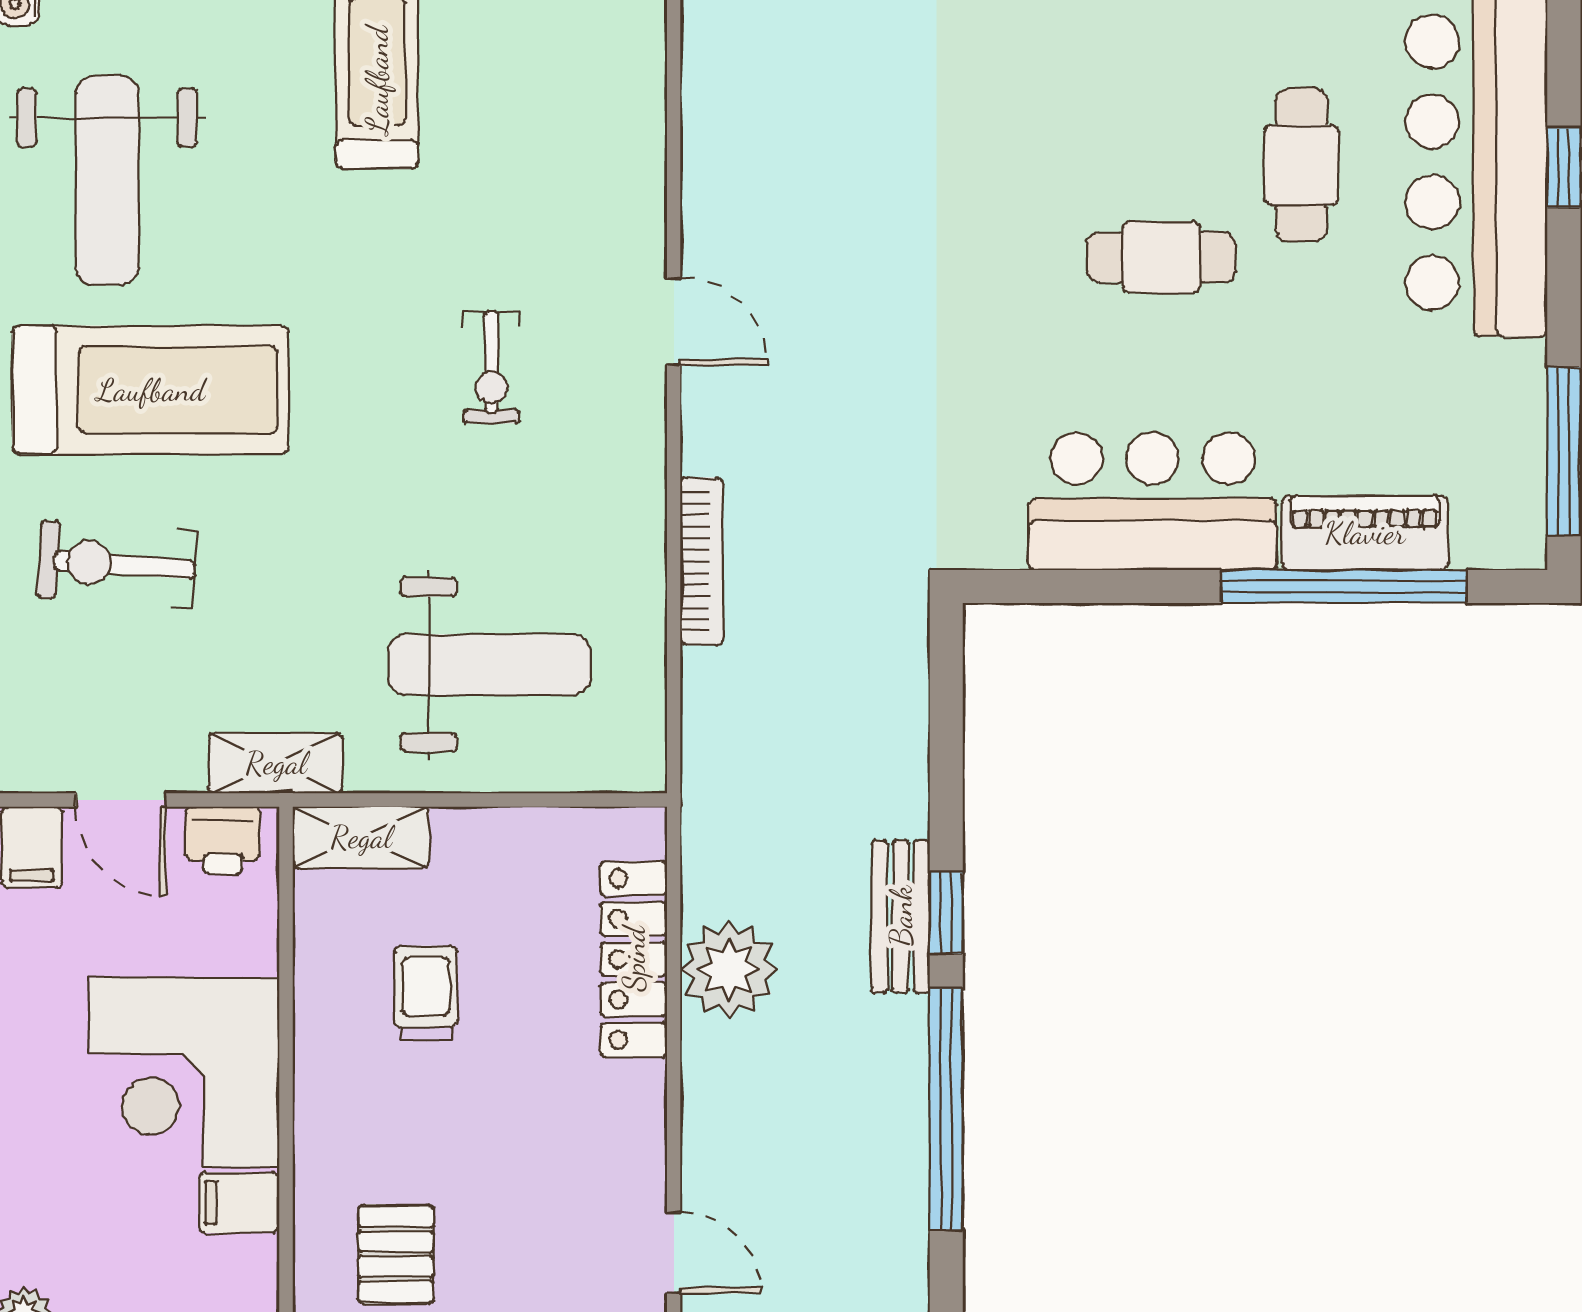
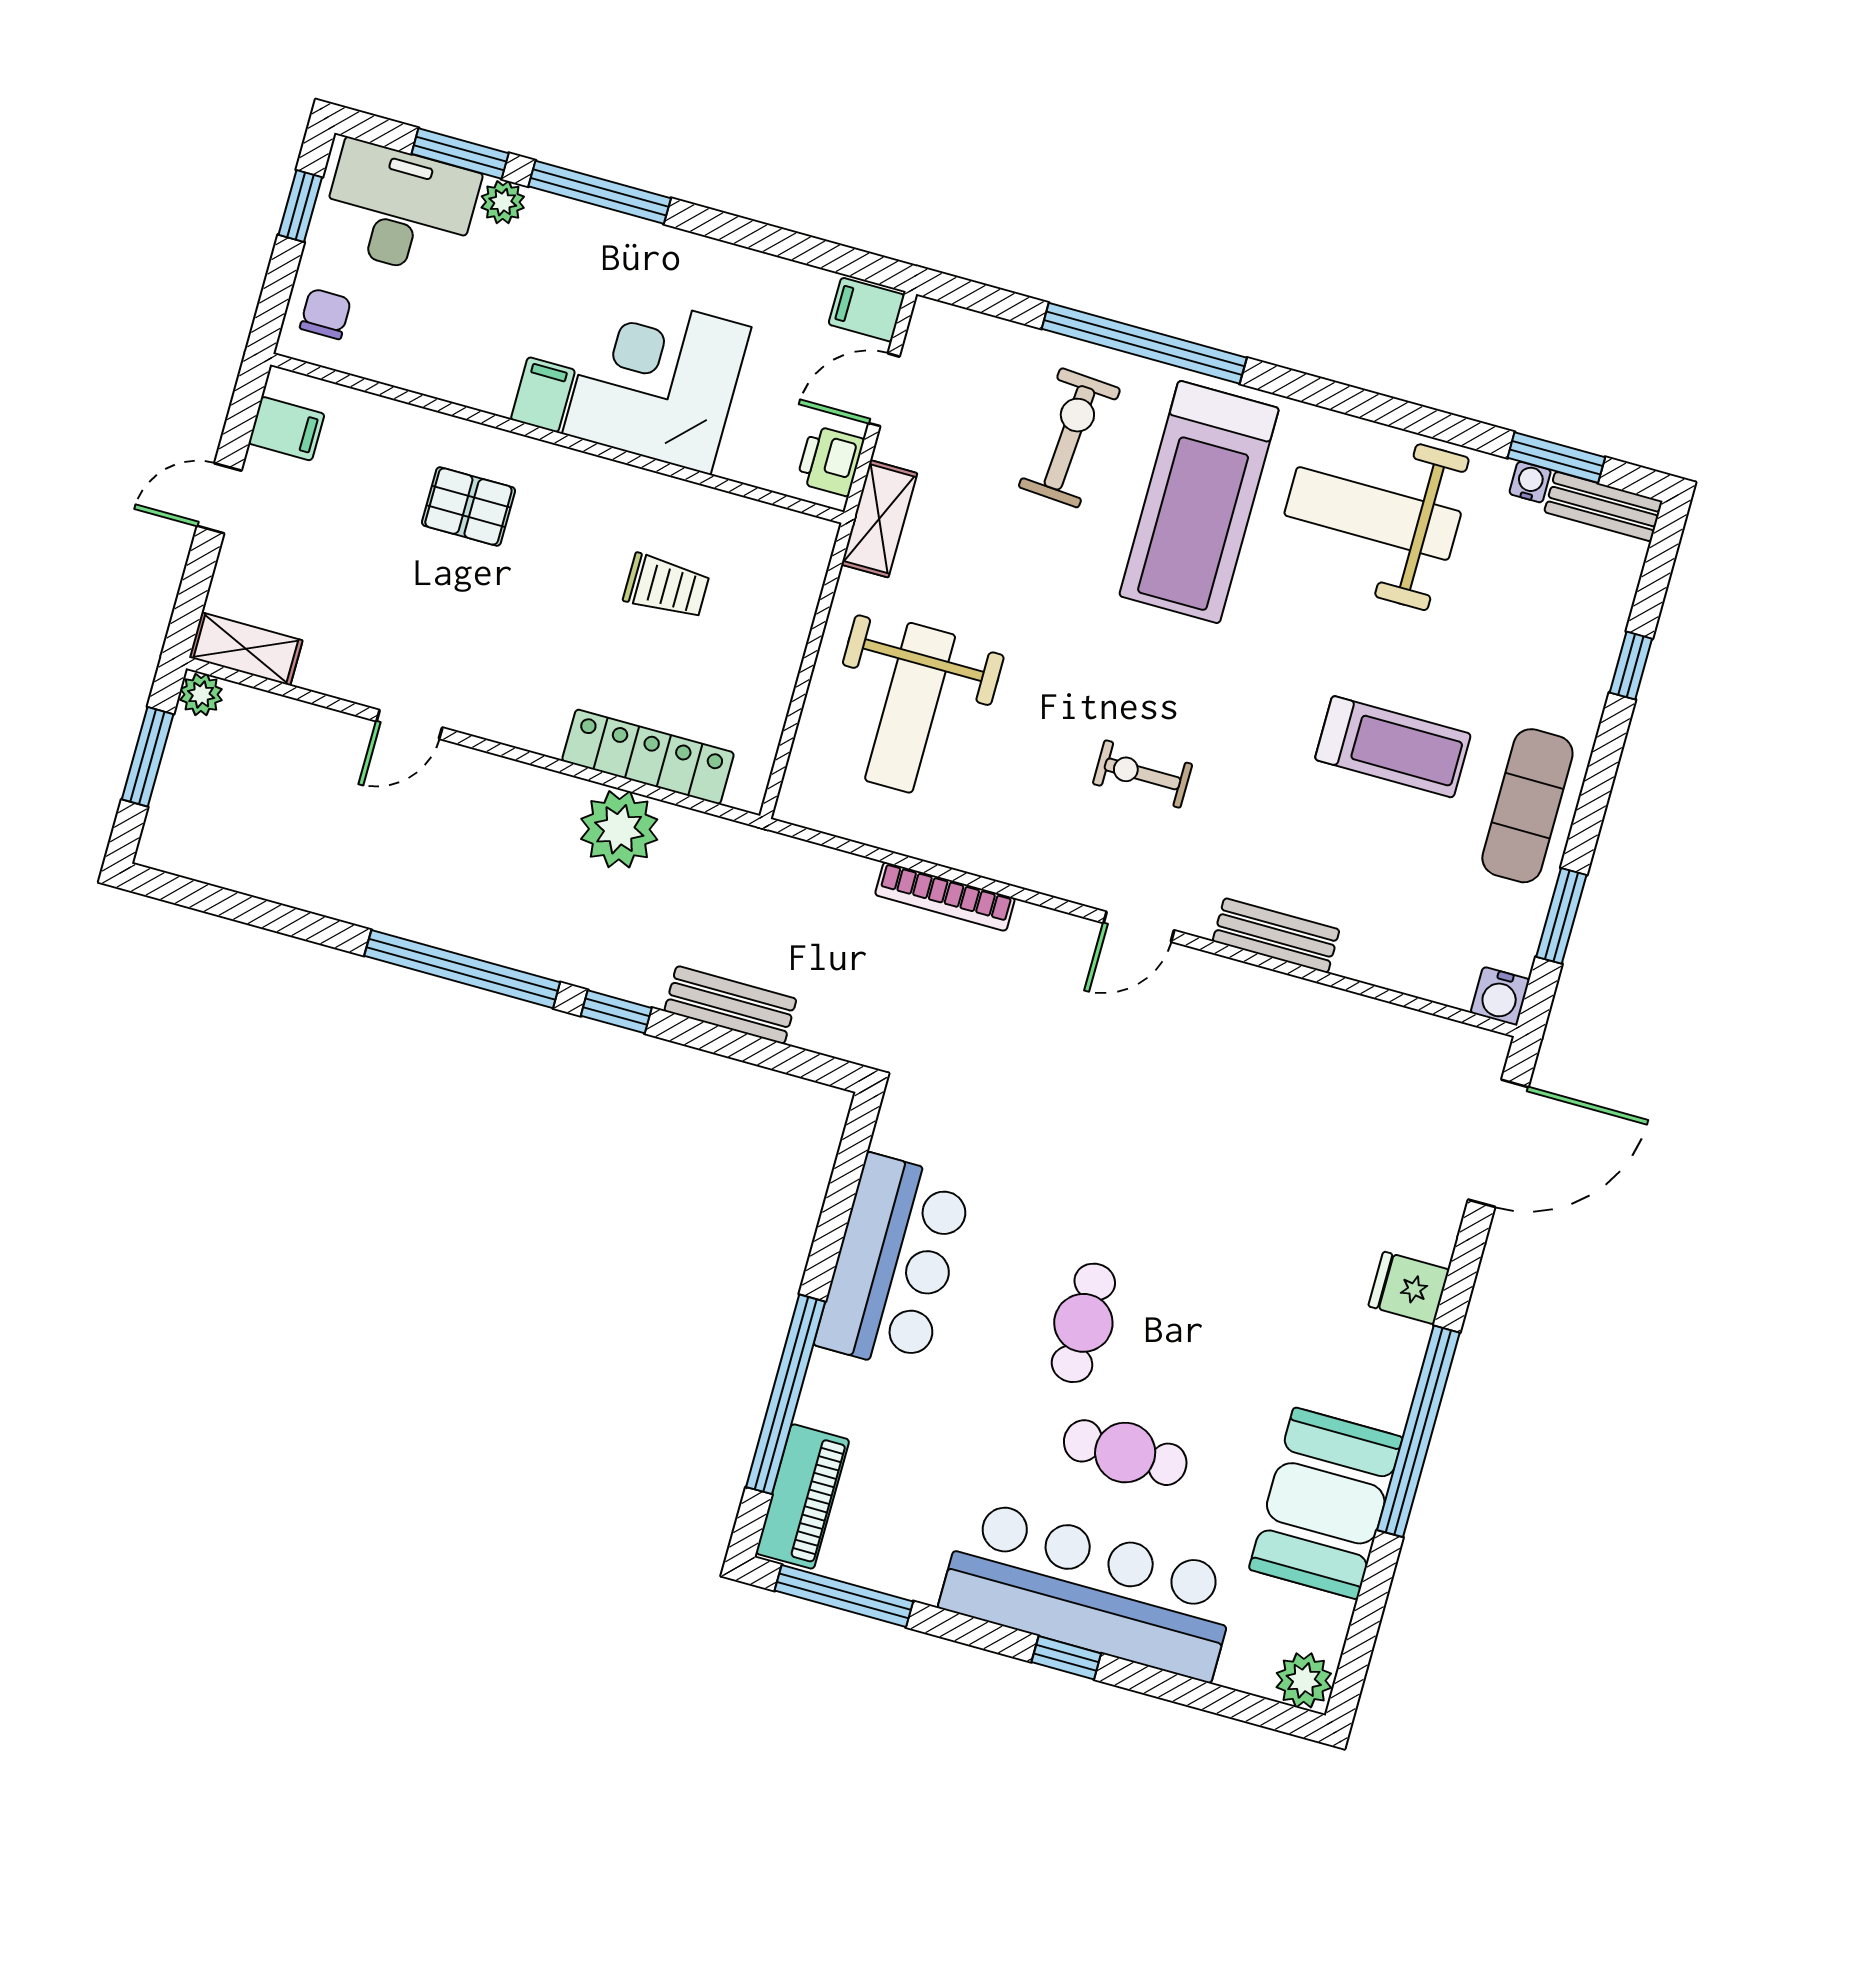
bench: (639, 156) -> (1276, 935), added
piano: (1365, 533) -> (802, 1496), moved
shelving: (361, 837) -> (803, 570), removed
bench: (901, 916) -> (730, 1005), moved

